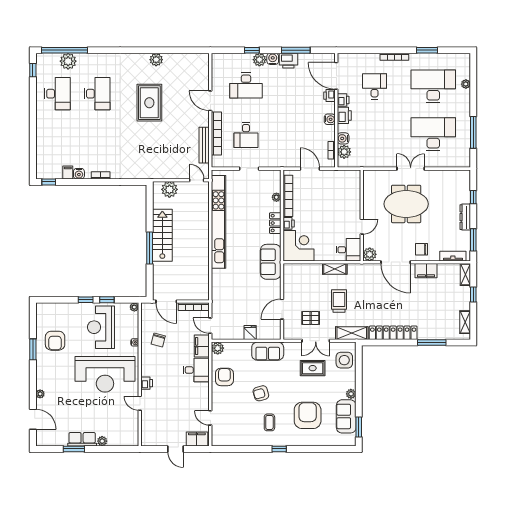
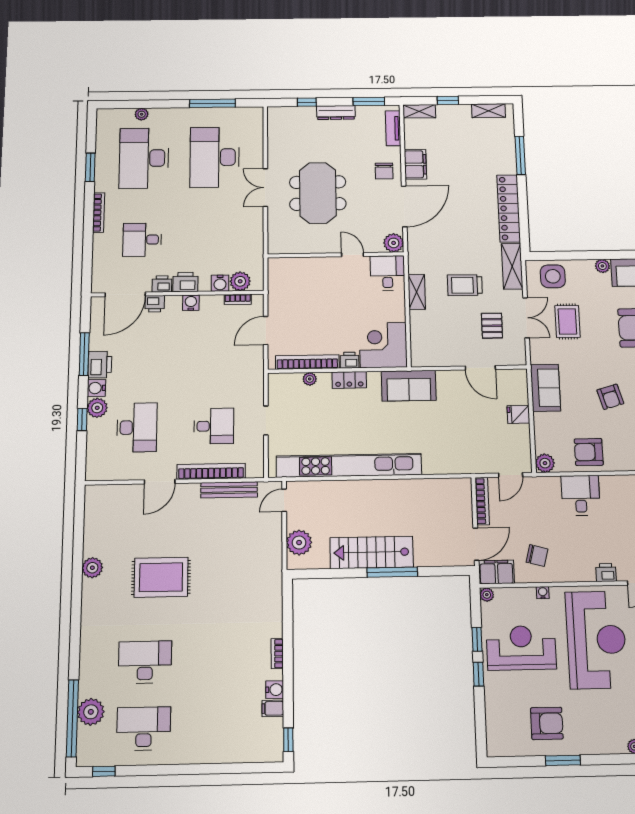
reception desk: (101, 327) -> (521, 648), turned 180
filing cabinet: (202, 346) -> (496, 572), moved, turned 180

